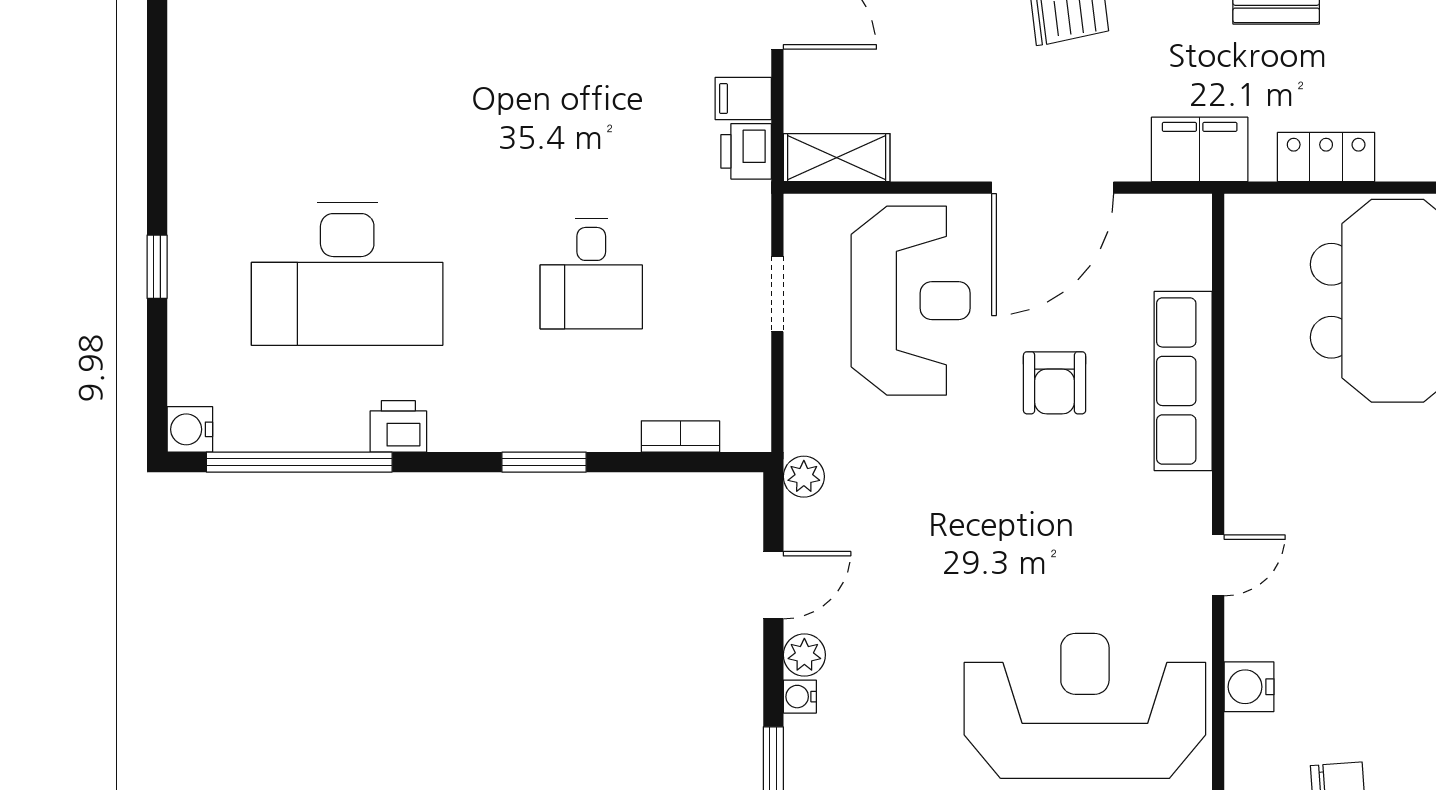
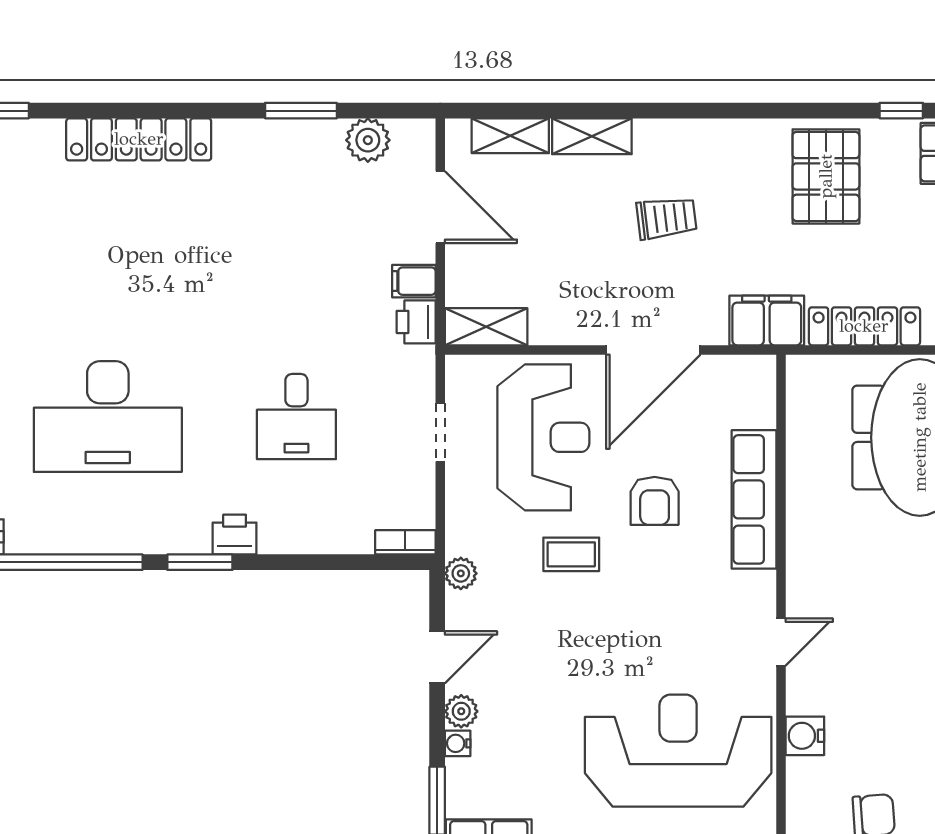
locker: (1326, 157) -> (864, 326), width x1.53
printer: (398, 426) -> (235, 535), moved
bookcase: (680, 436) -> (405, 542), moved
coffee table: (947, 452) -> (571, 554), added
window: (544, 462) -> (200, 562), moved

